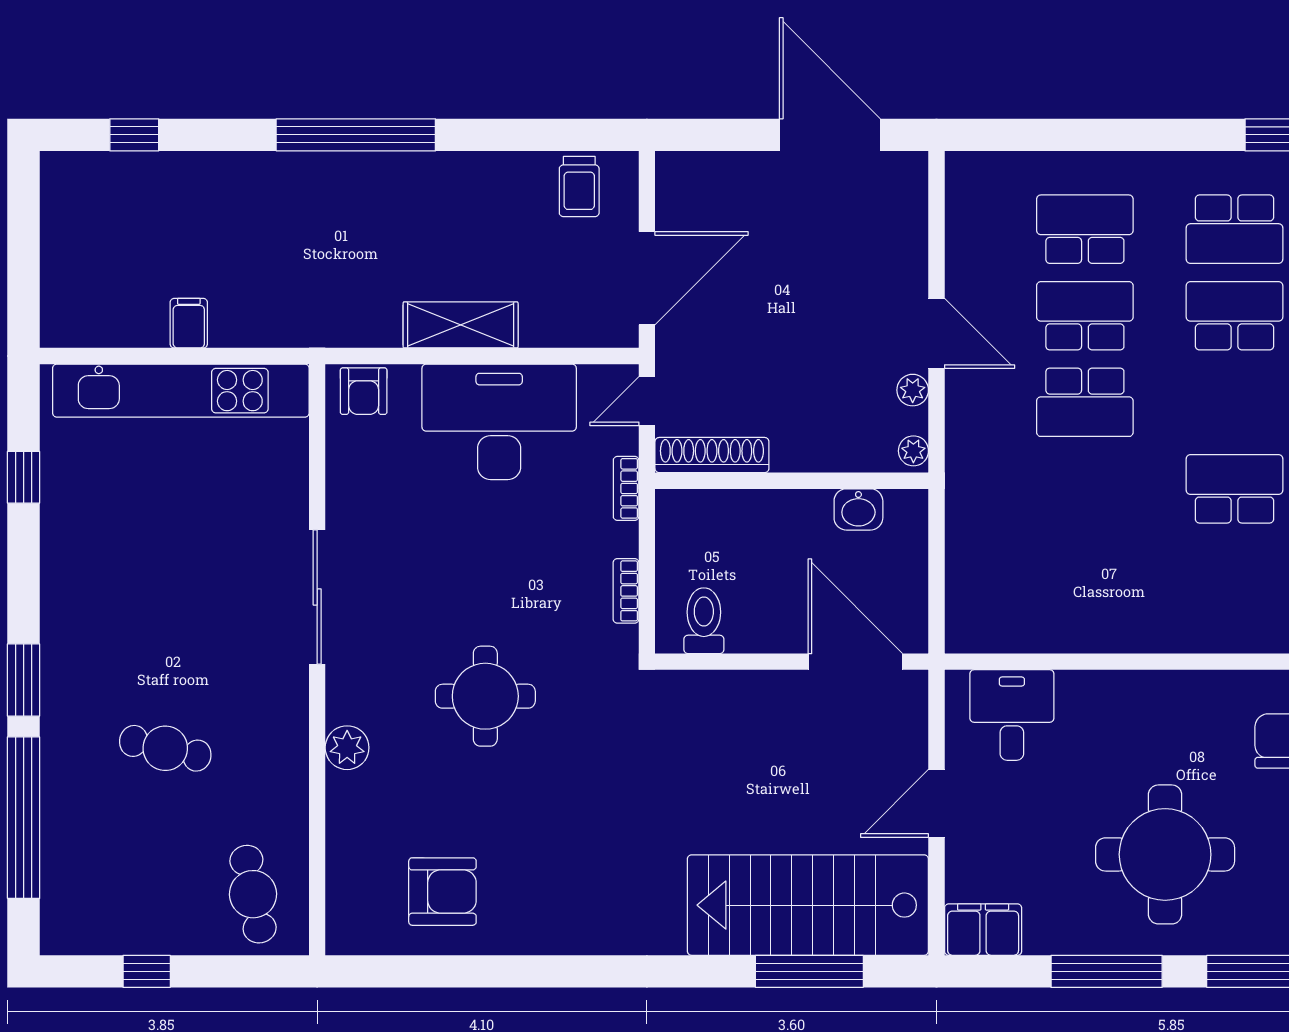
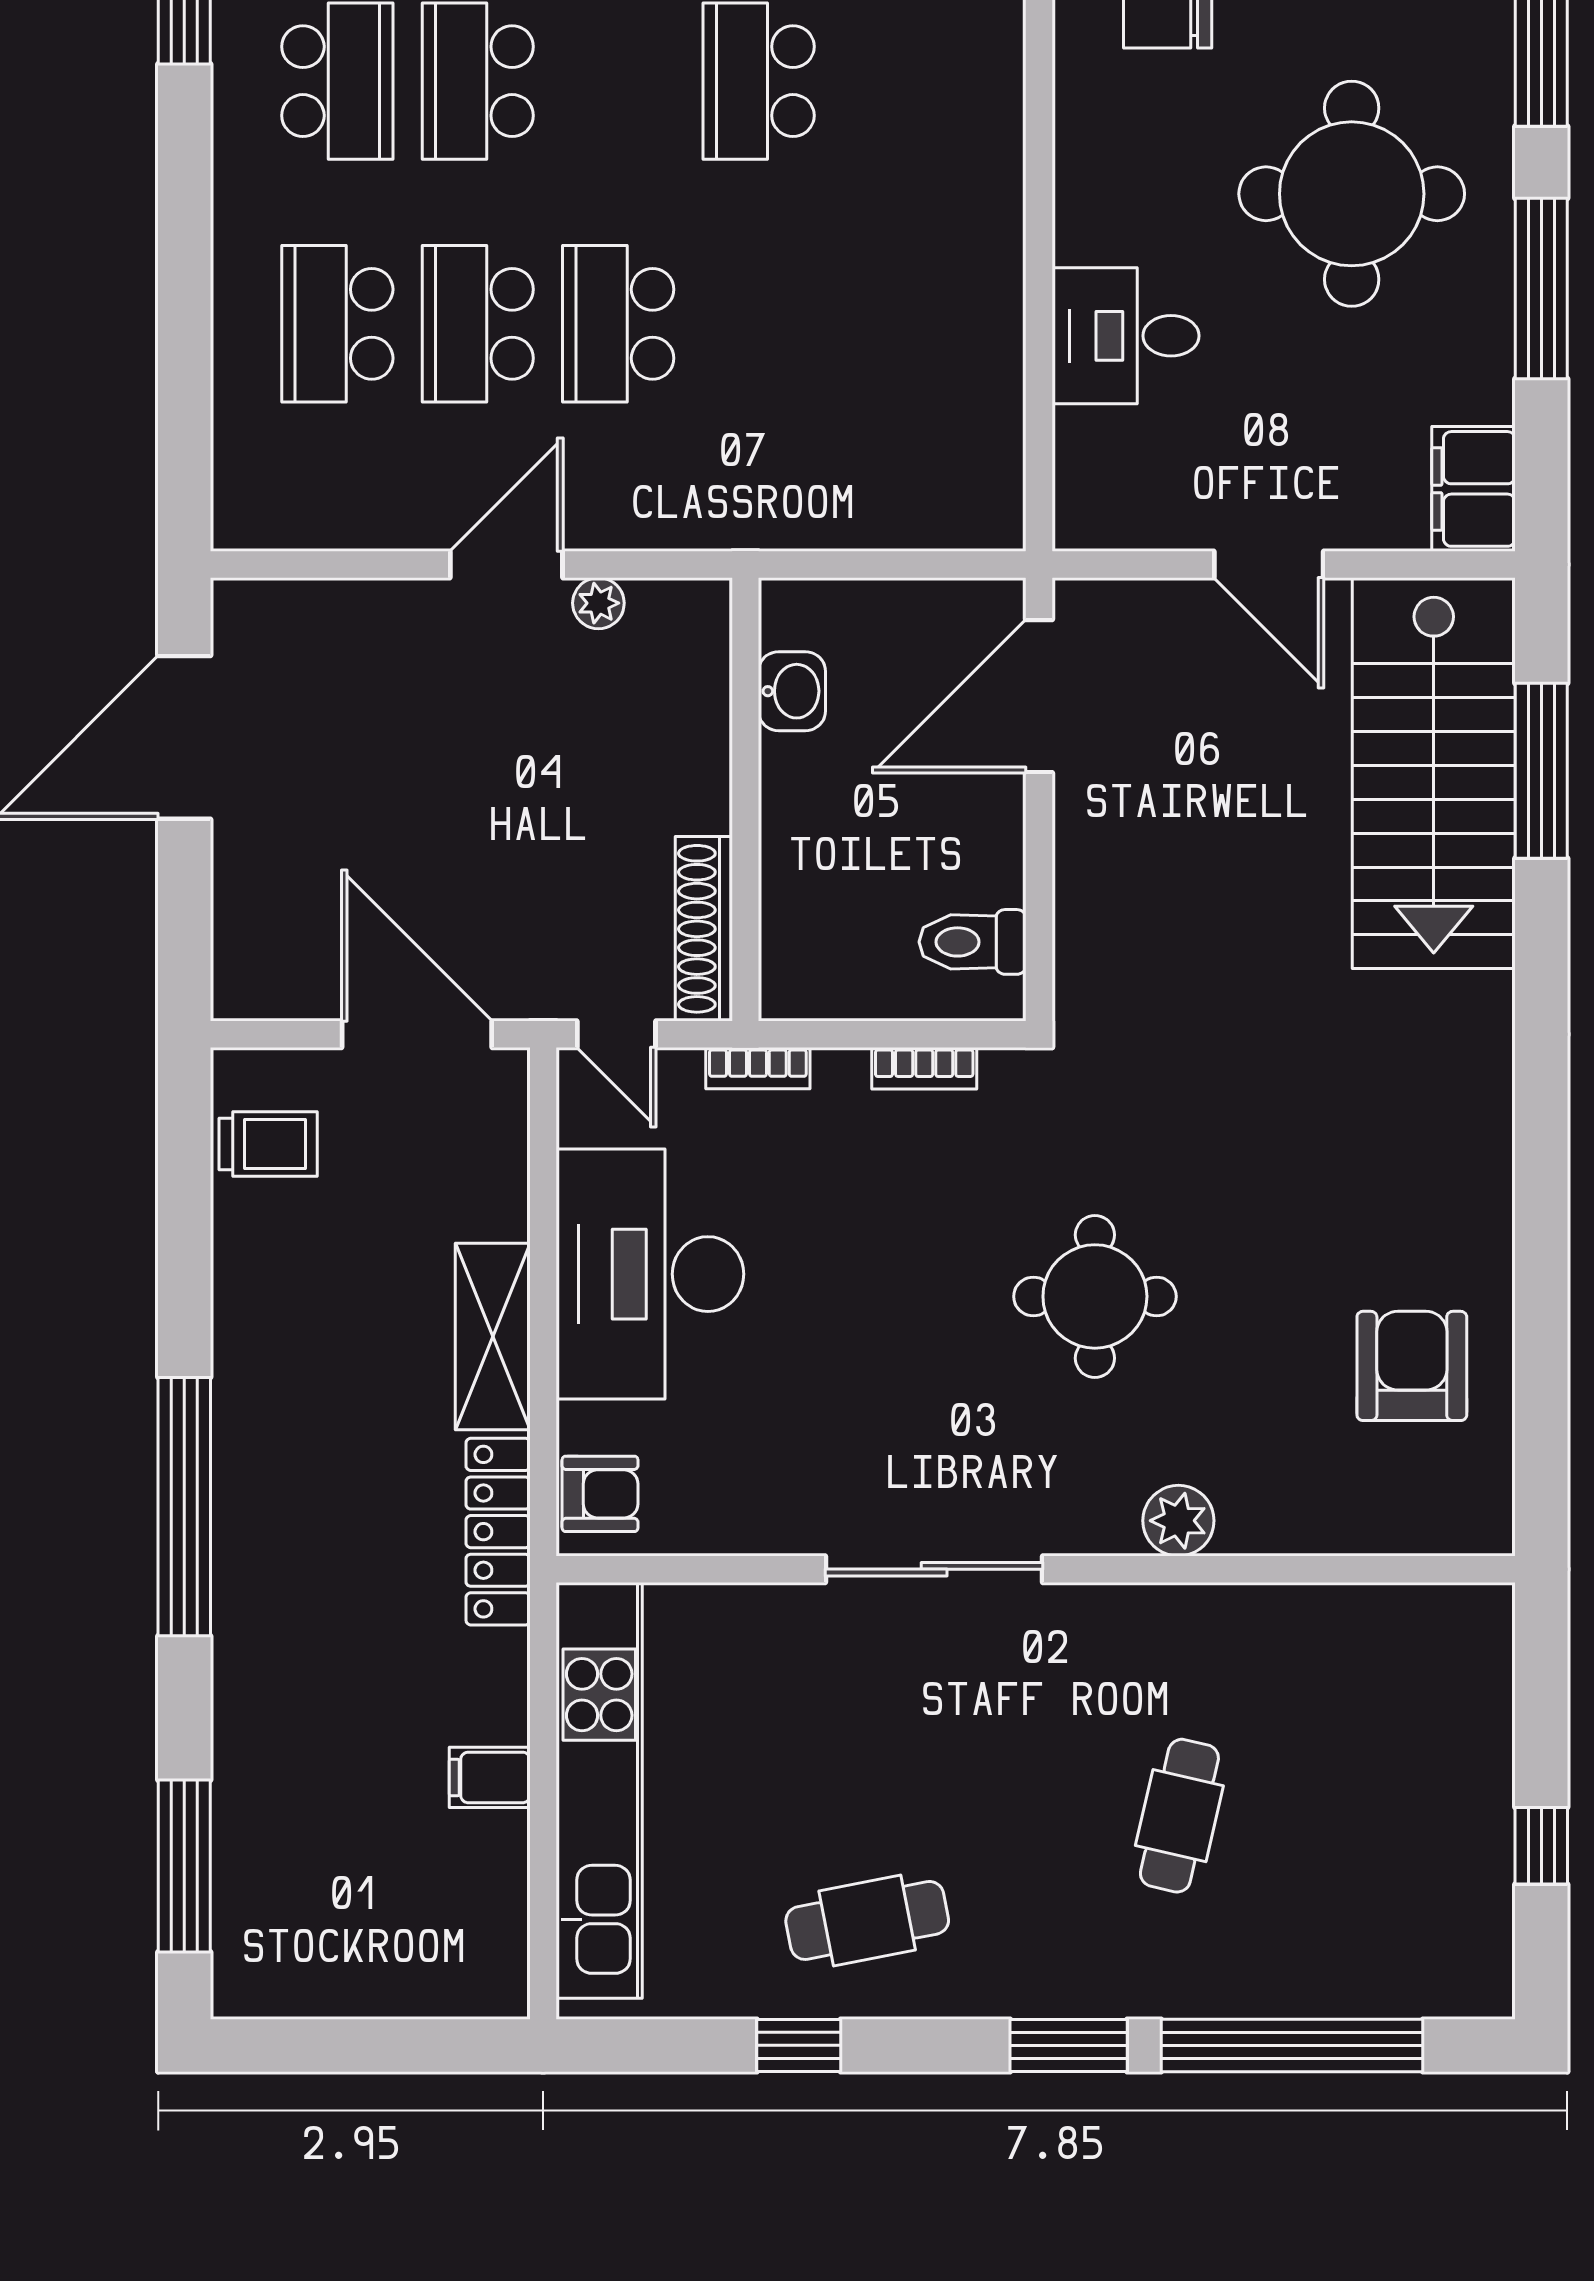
window: (134, 135) -> (184, 1866), width x2.17
locker: (340, 328) -> (498, 1532), added
school desk: (1085, 402) -> (618, 324), turned 180
plant: (913, 451) -> (697, 602), removed
window: (24, 477) -> (799, 2045), moved
desk: (1012, 715) -> (1125, 336), moved
cafe table: (253, 894) -> (867, 1920), moved

